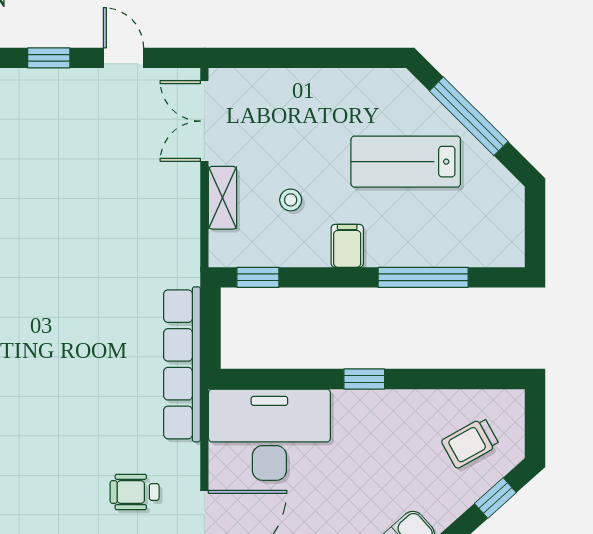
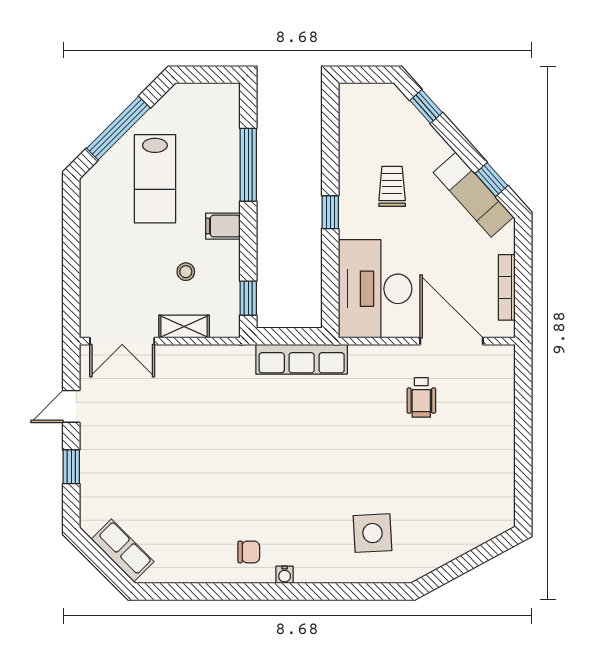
row of seats: (182, 364) -> (302, 359), width x0.73
trolley: (470, 443) -> (392, 186), moved, turned -151

